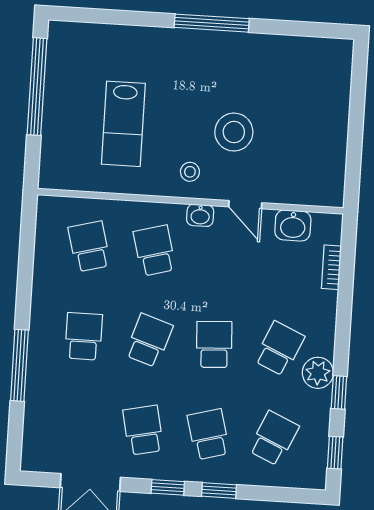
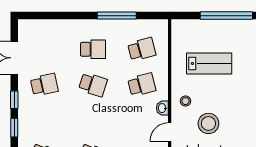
lab bench: (123, 124) -> (209, 63), turned 180
school desk: (214, 344) -> (93, 120), removed
window: (19, 365) -> (117, 16), moved
school desk: (208, 434) -> (44, 120), removed

